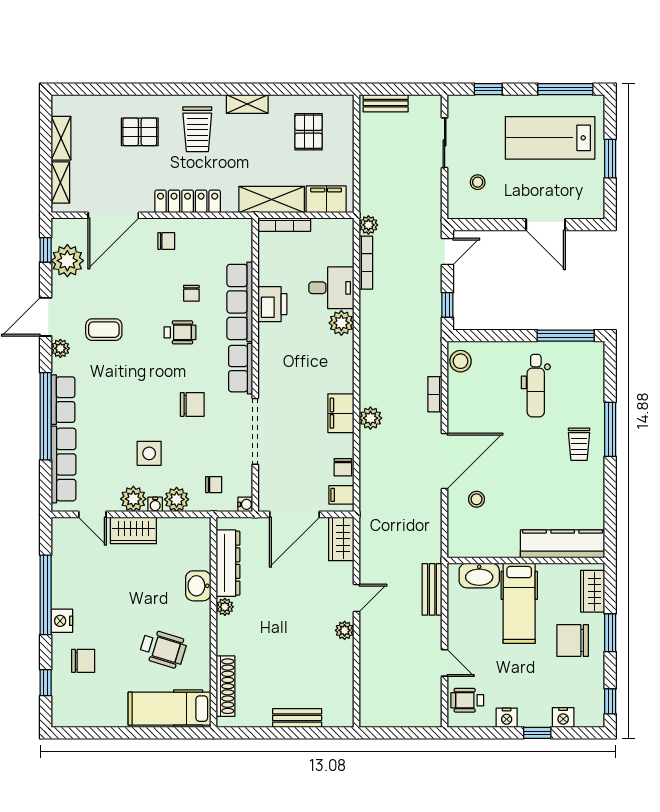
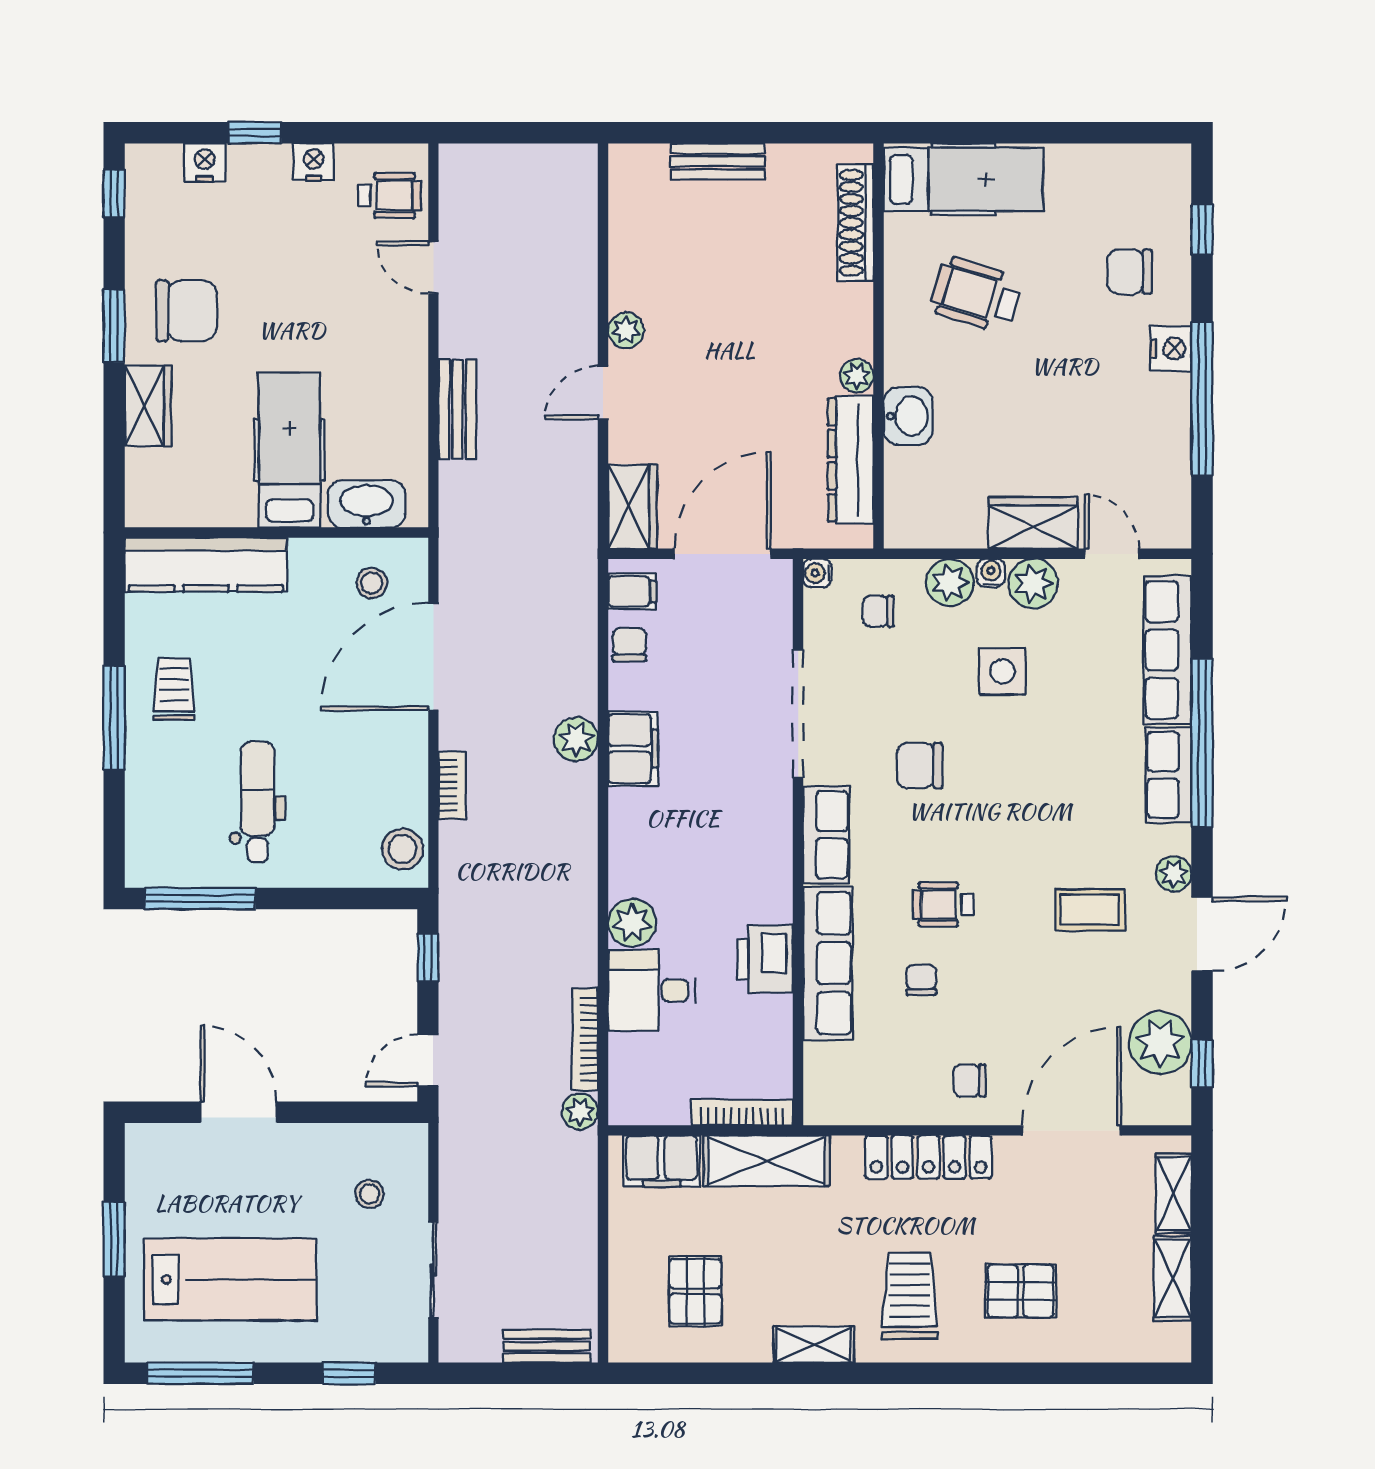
kitchen counter: (563, 544) -> (206, 565), moved
wall: (526, 561) -> (277, 533), moved
washbasin: (479, 575) -> (367, 504), moved
hospital bed: (519, 603) -> (290, 450), moved

